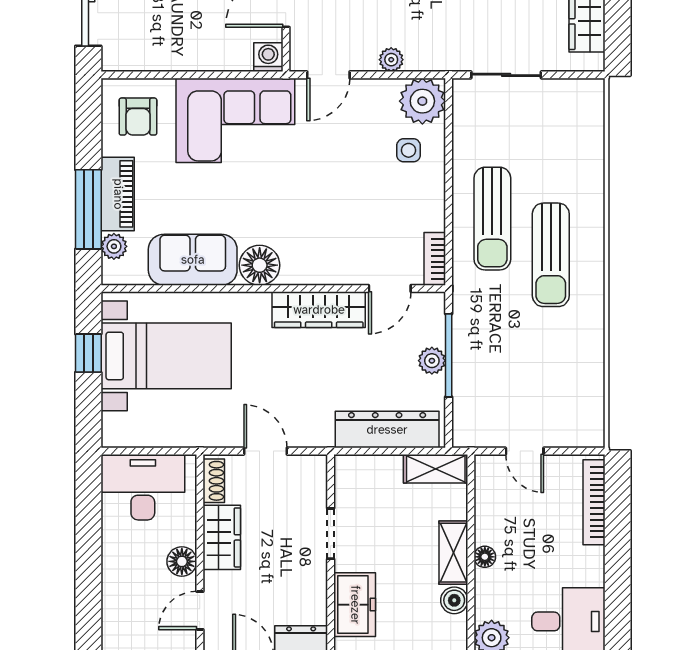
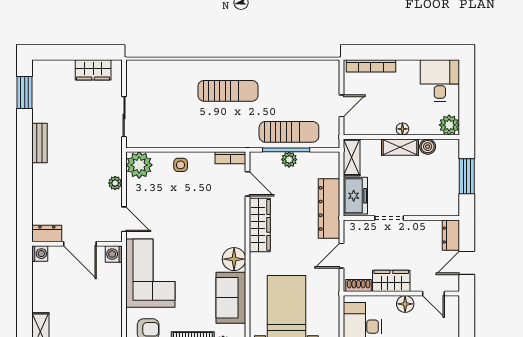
side table: (408, 150) -> (181, 165), moved
sun lounger: (492, 219) -> (289, 132), moved
dresser: (387, 430) -> (329, 208), moved
freezer: (355, 605) -> (355, 196), moved, turned 90

